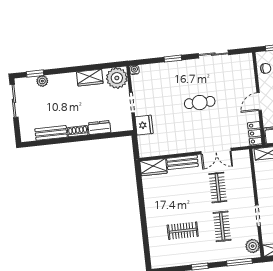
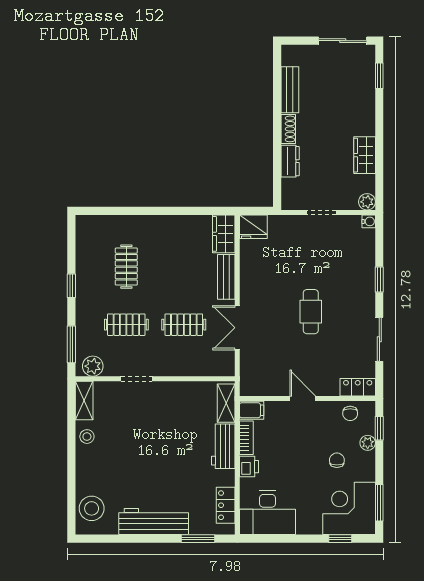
plant: (117, 78) -> (367, 202), width x0.53, depth x0.53
plant: (42, 81) -> (367, 85), removed
fridge: (144, 125) -> (253, 227), moved
locker: (255, 133) -> (358, 387), moved

